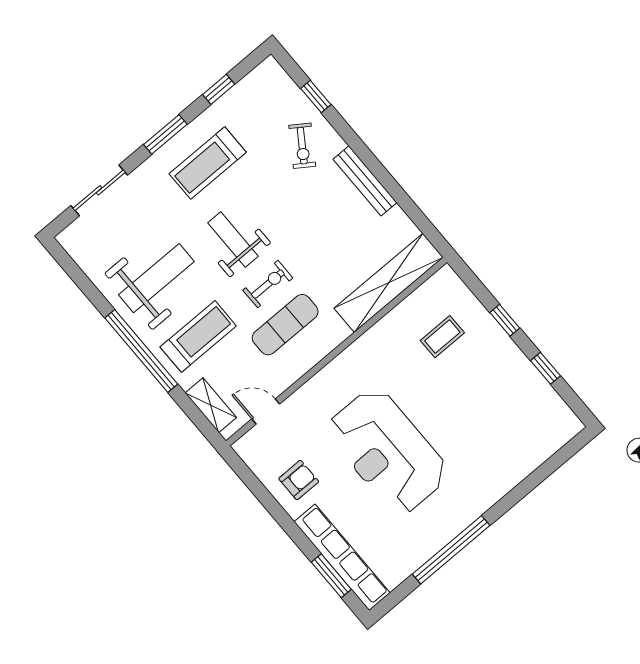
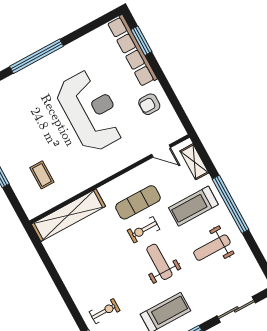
exercise bike: (302, 146) -> (105, 311), turned 56
bench: (365, 181) -> (70, 281), removed
weight bench: (233, 239) -> (159, 262), turned 180
weight bench: (156, 278) -> (212, 248), width x0.73, depth x0.75
coffee table: (442, 337) -> (42, 175), turned 90
window: (451, 550) -> (37, 56), moved

